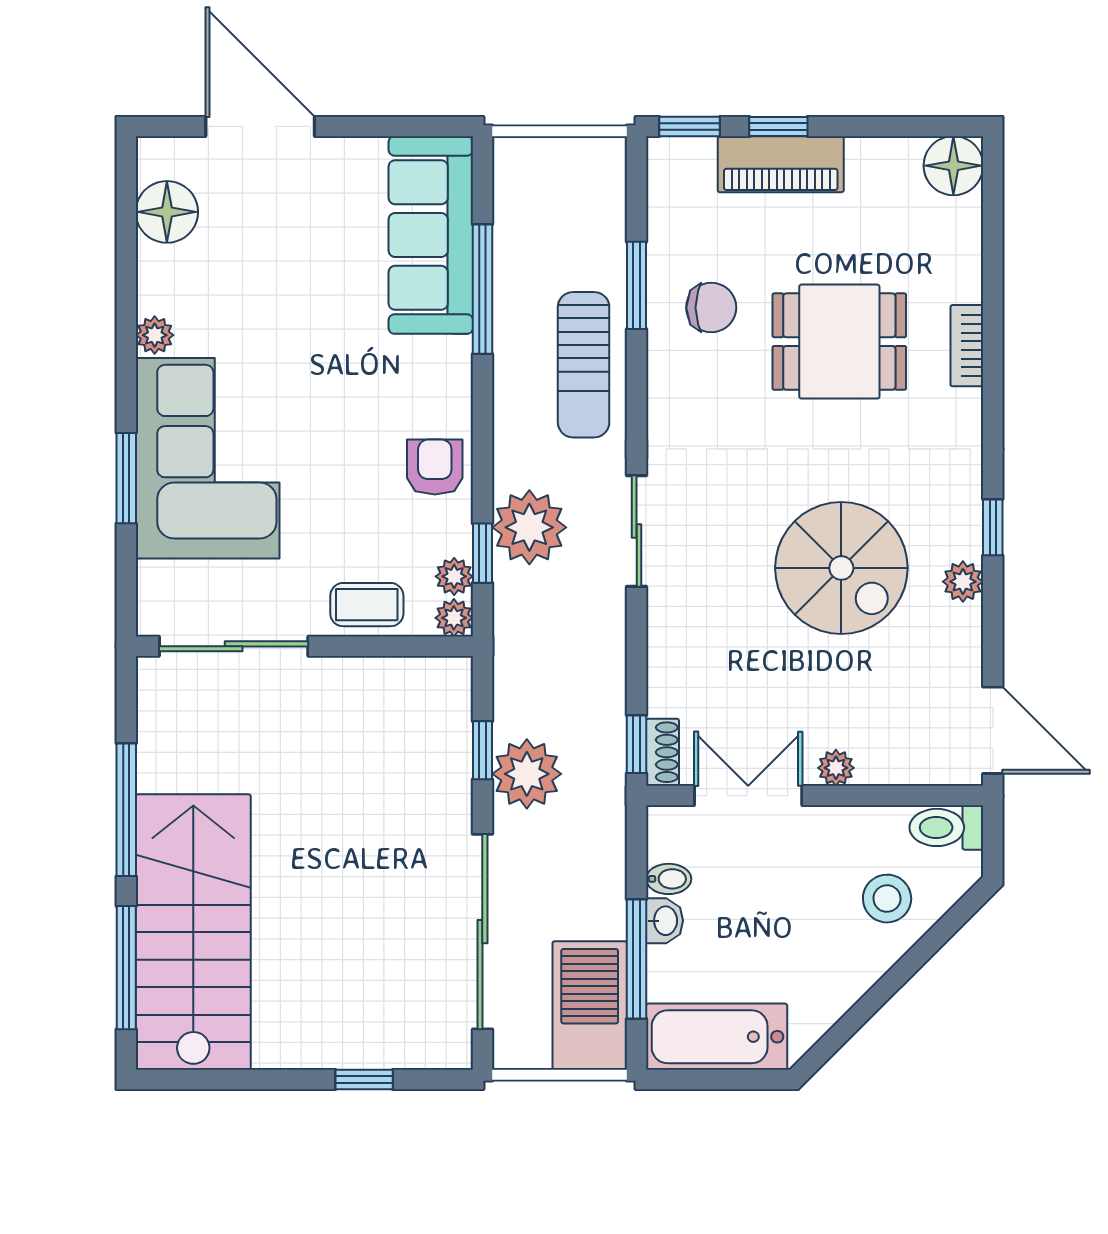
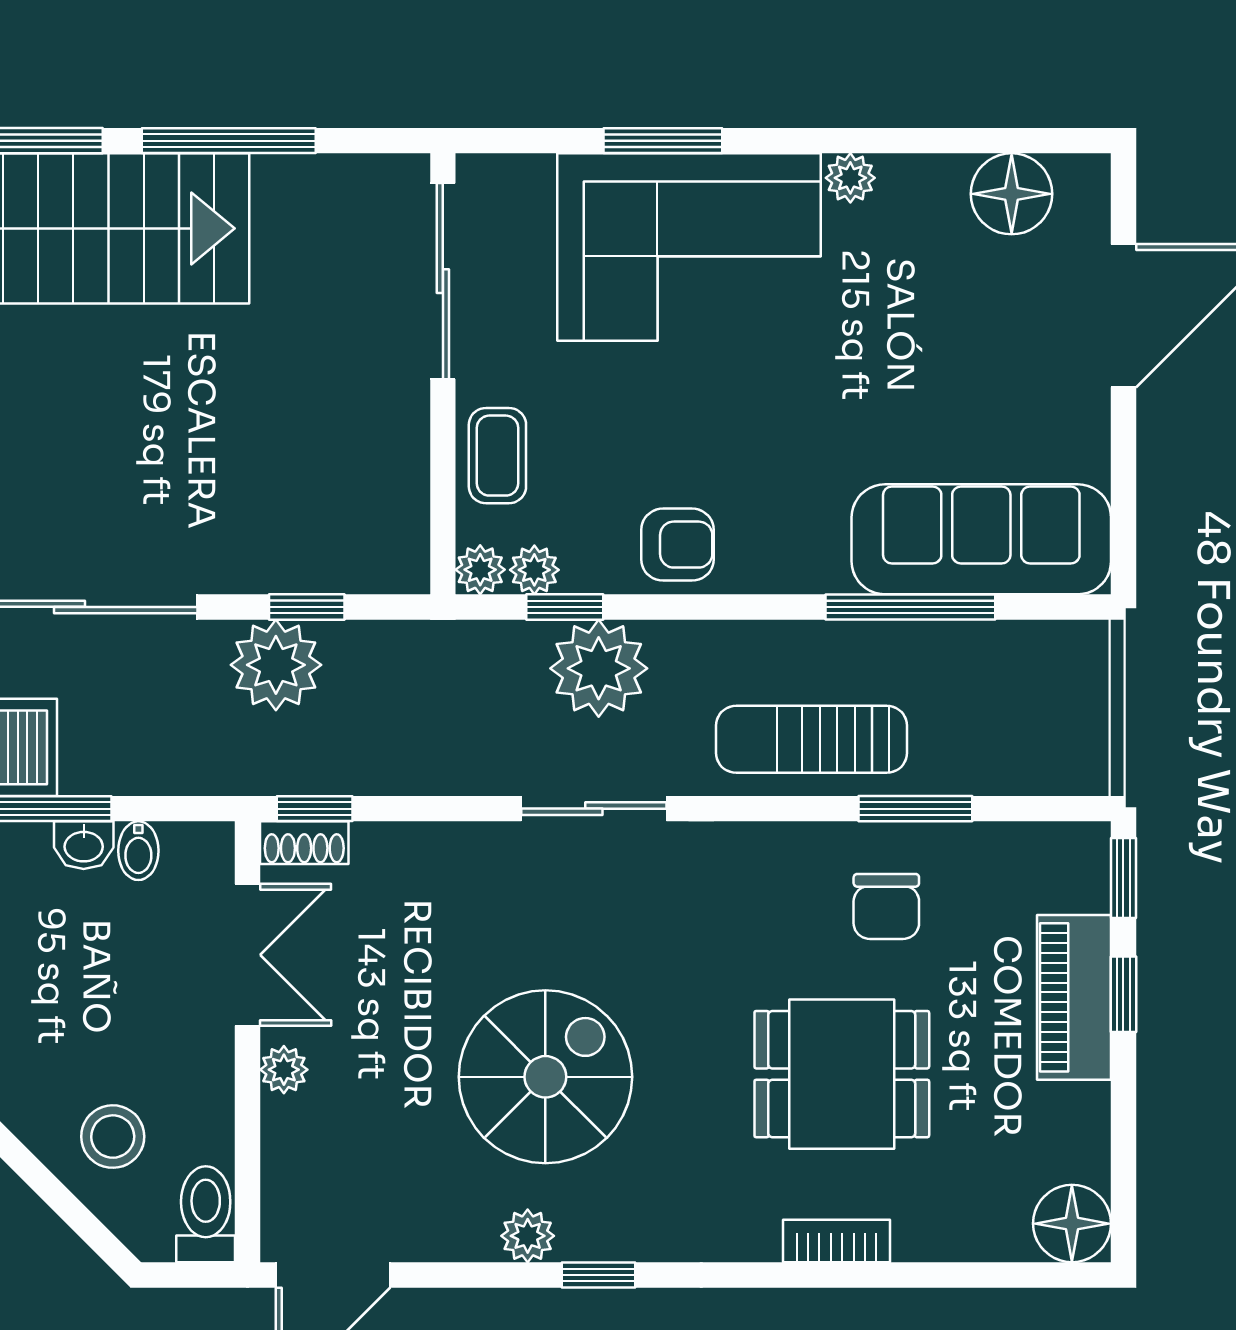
dining table: (839, 342) -> (842, 1074), turned 90
spiral stairs: (841, 568) -> (545, 1077), turned 180

